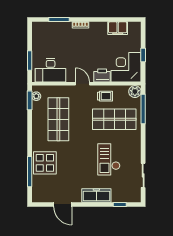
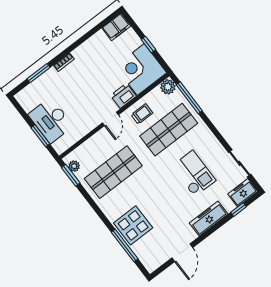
filing cabinet: (118, 28) -> (116, 27), moved
desk: (51, 70) -> (51, 120), moved, turned 90
door: (83, 84) -> (110, 119), swing flipped
shop shelf: (58, 119) -> (113, 172), turned 90
checkout: (109, 159) -> (194, 173), turned 180
freezer: (131, 196) -> (243, 193), added
door: (63, 204) -> (182, 253), hinge flipped

